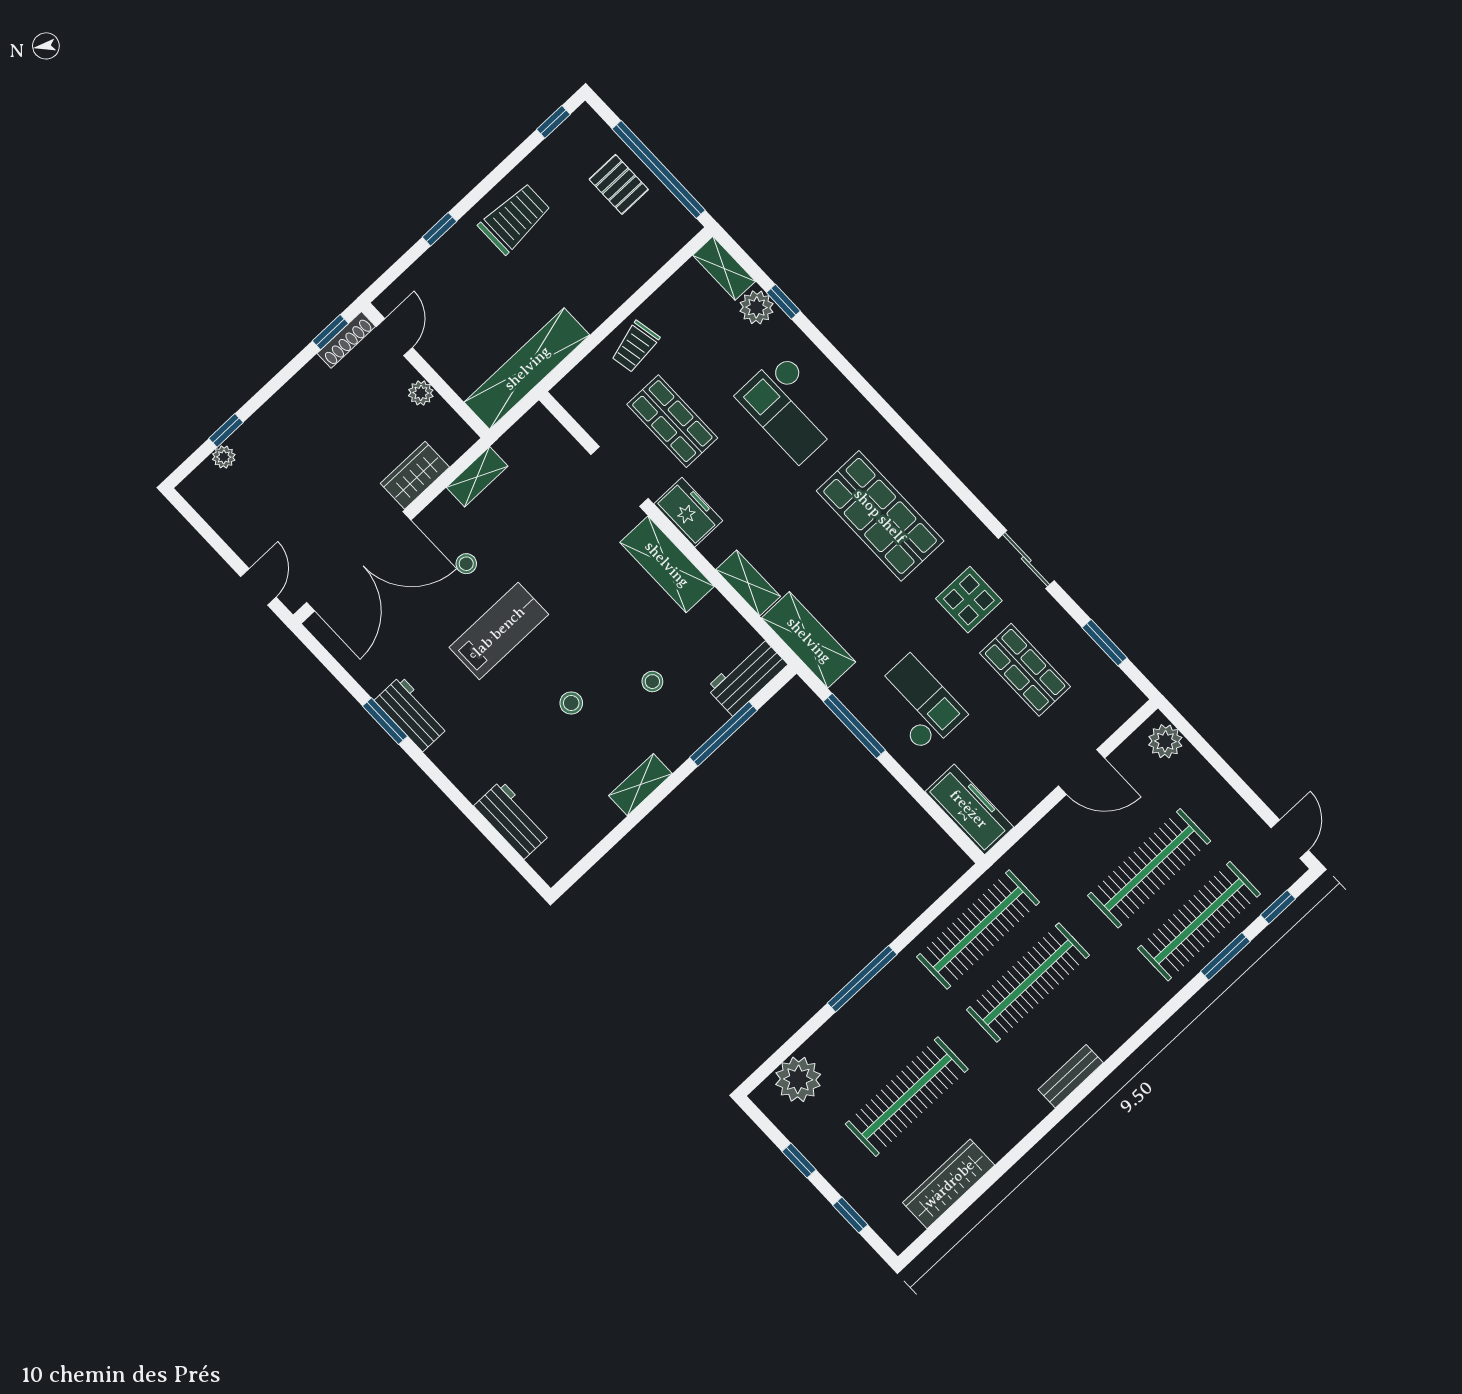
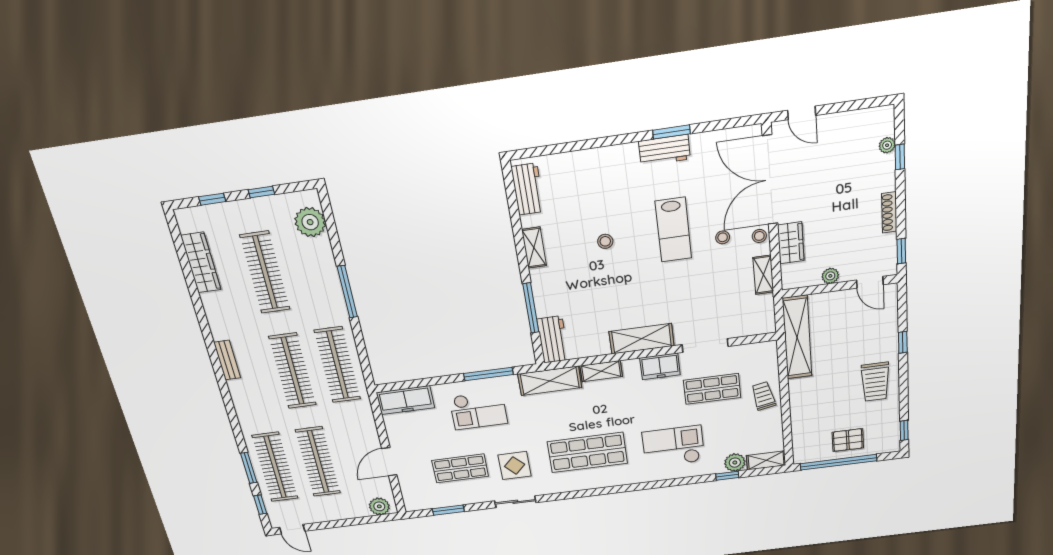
shoe rack: (346, 340) -> (889, 212), moved
stool: (652, 682) -> (759, 236), moved
workbench: (513, 820) -> (528, 189), moved, turned -90

